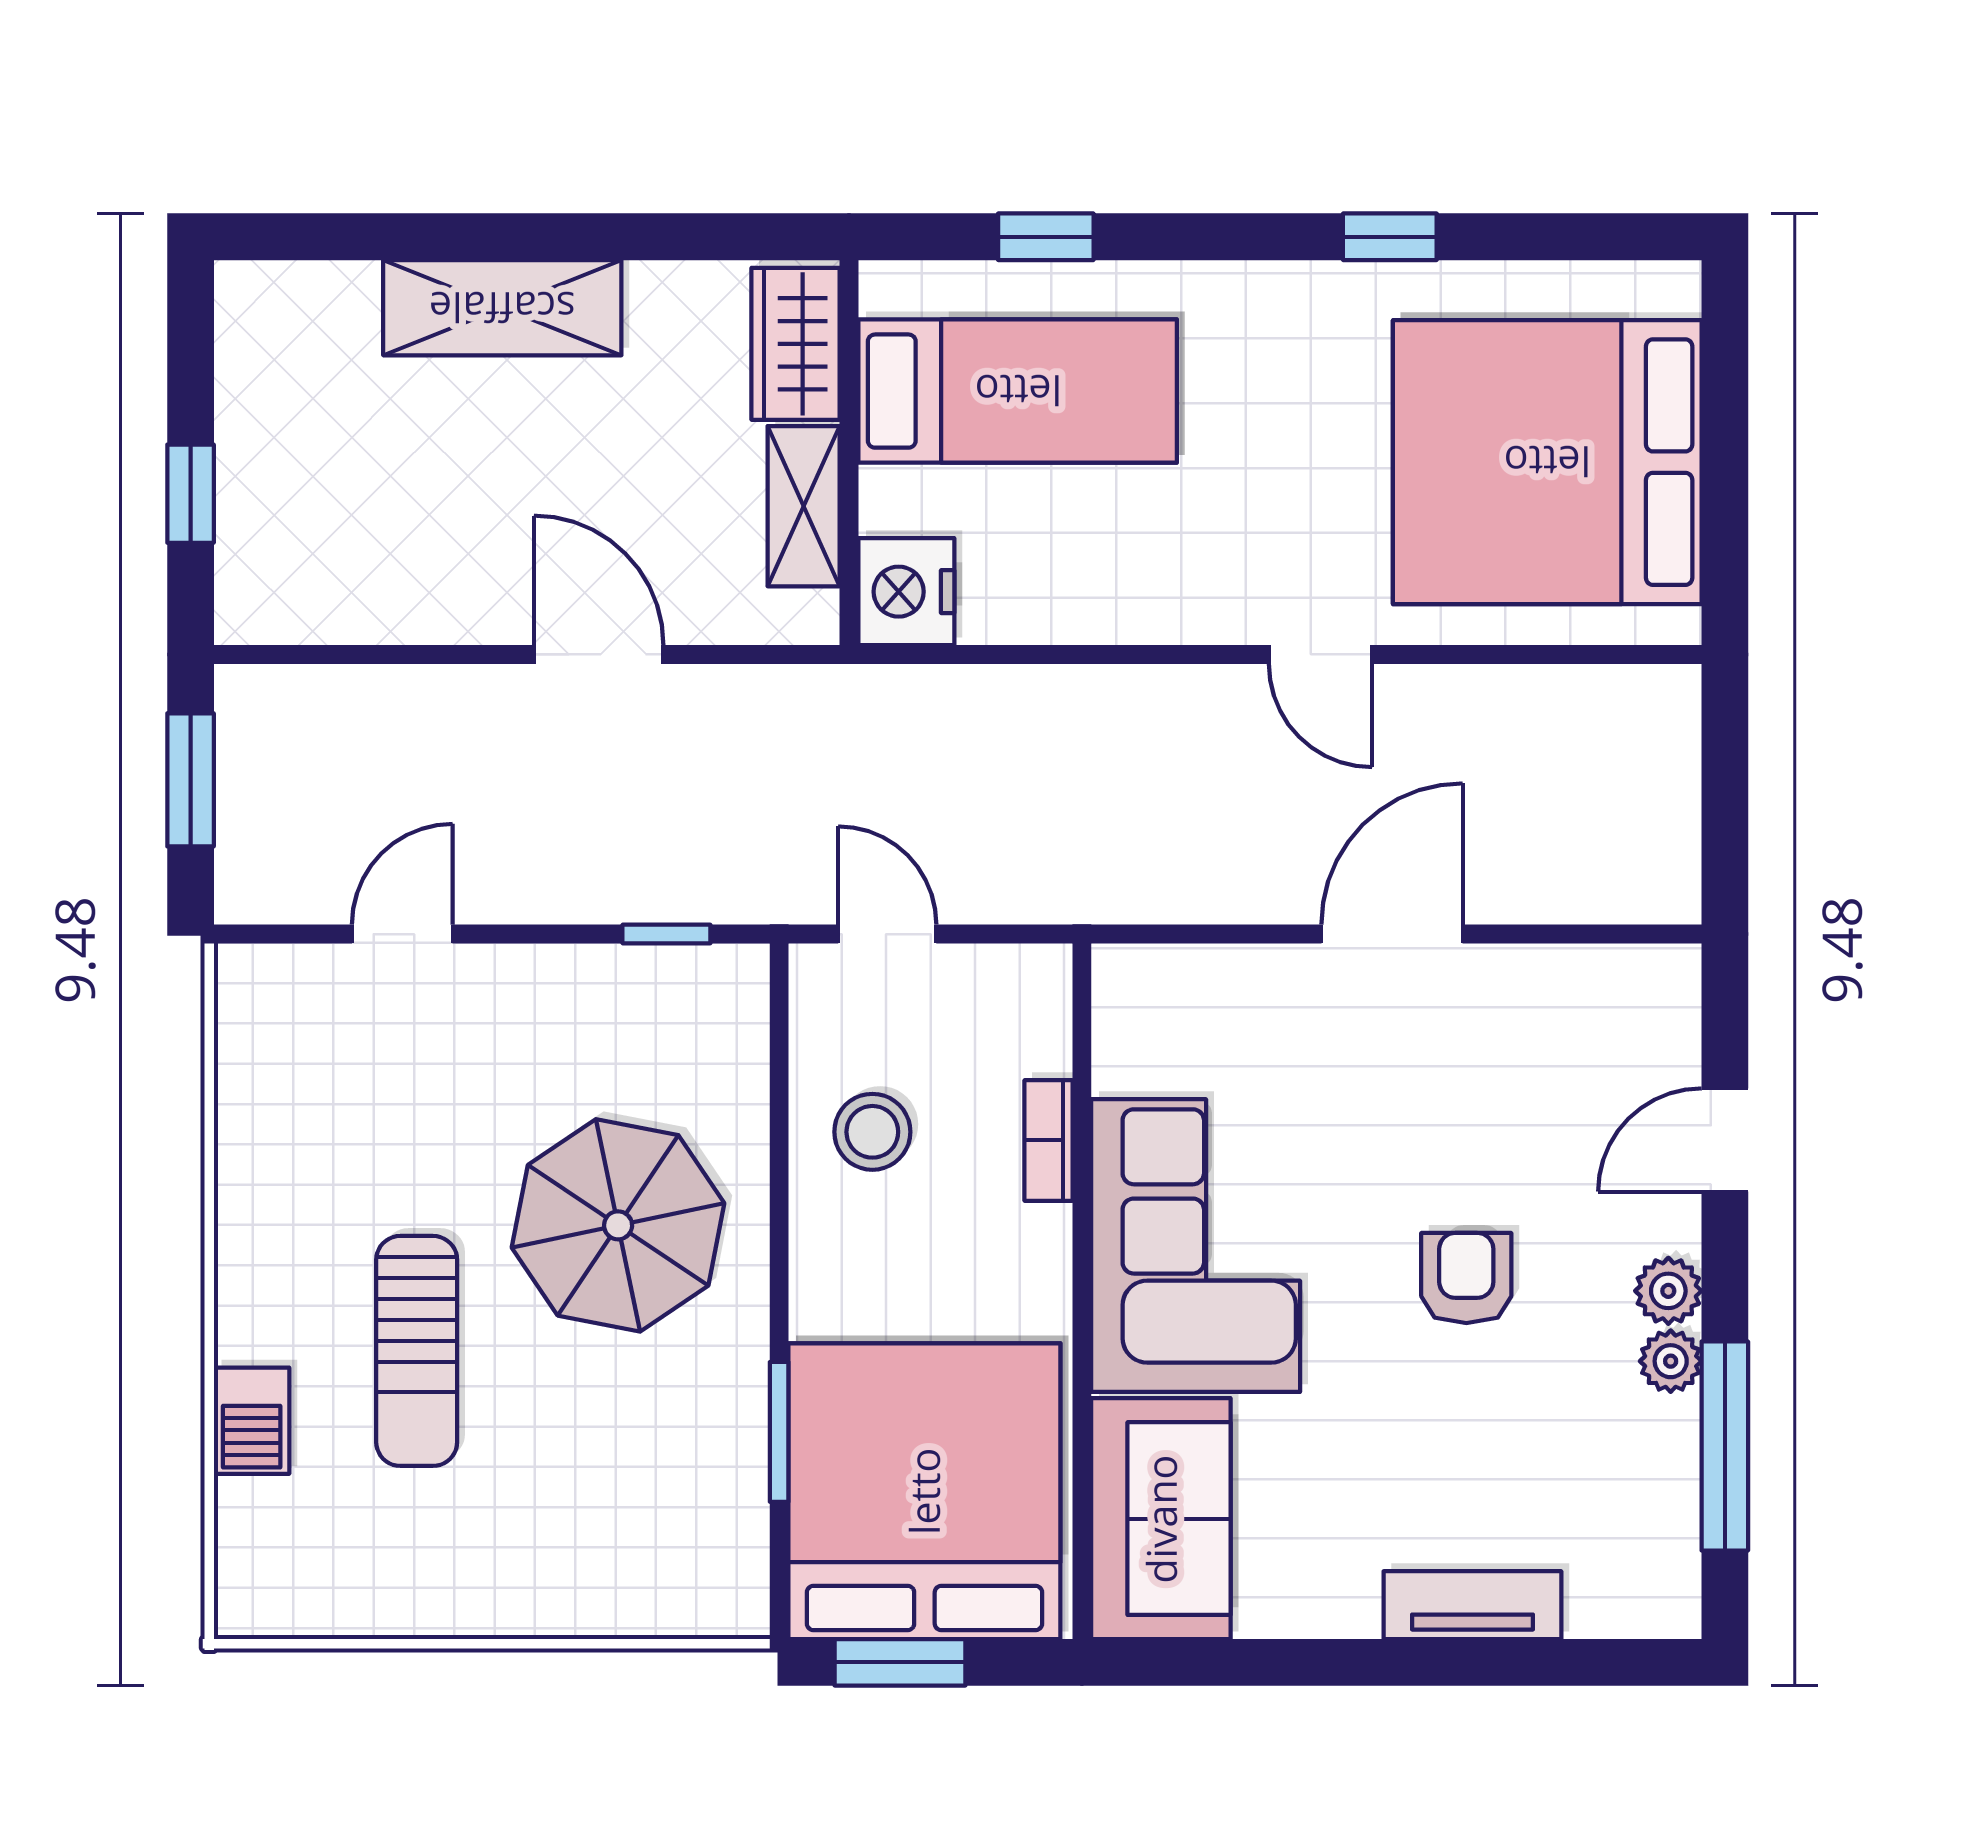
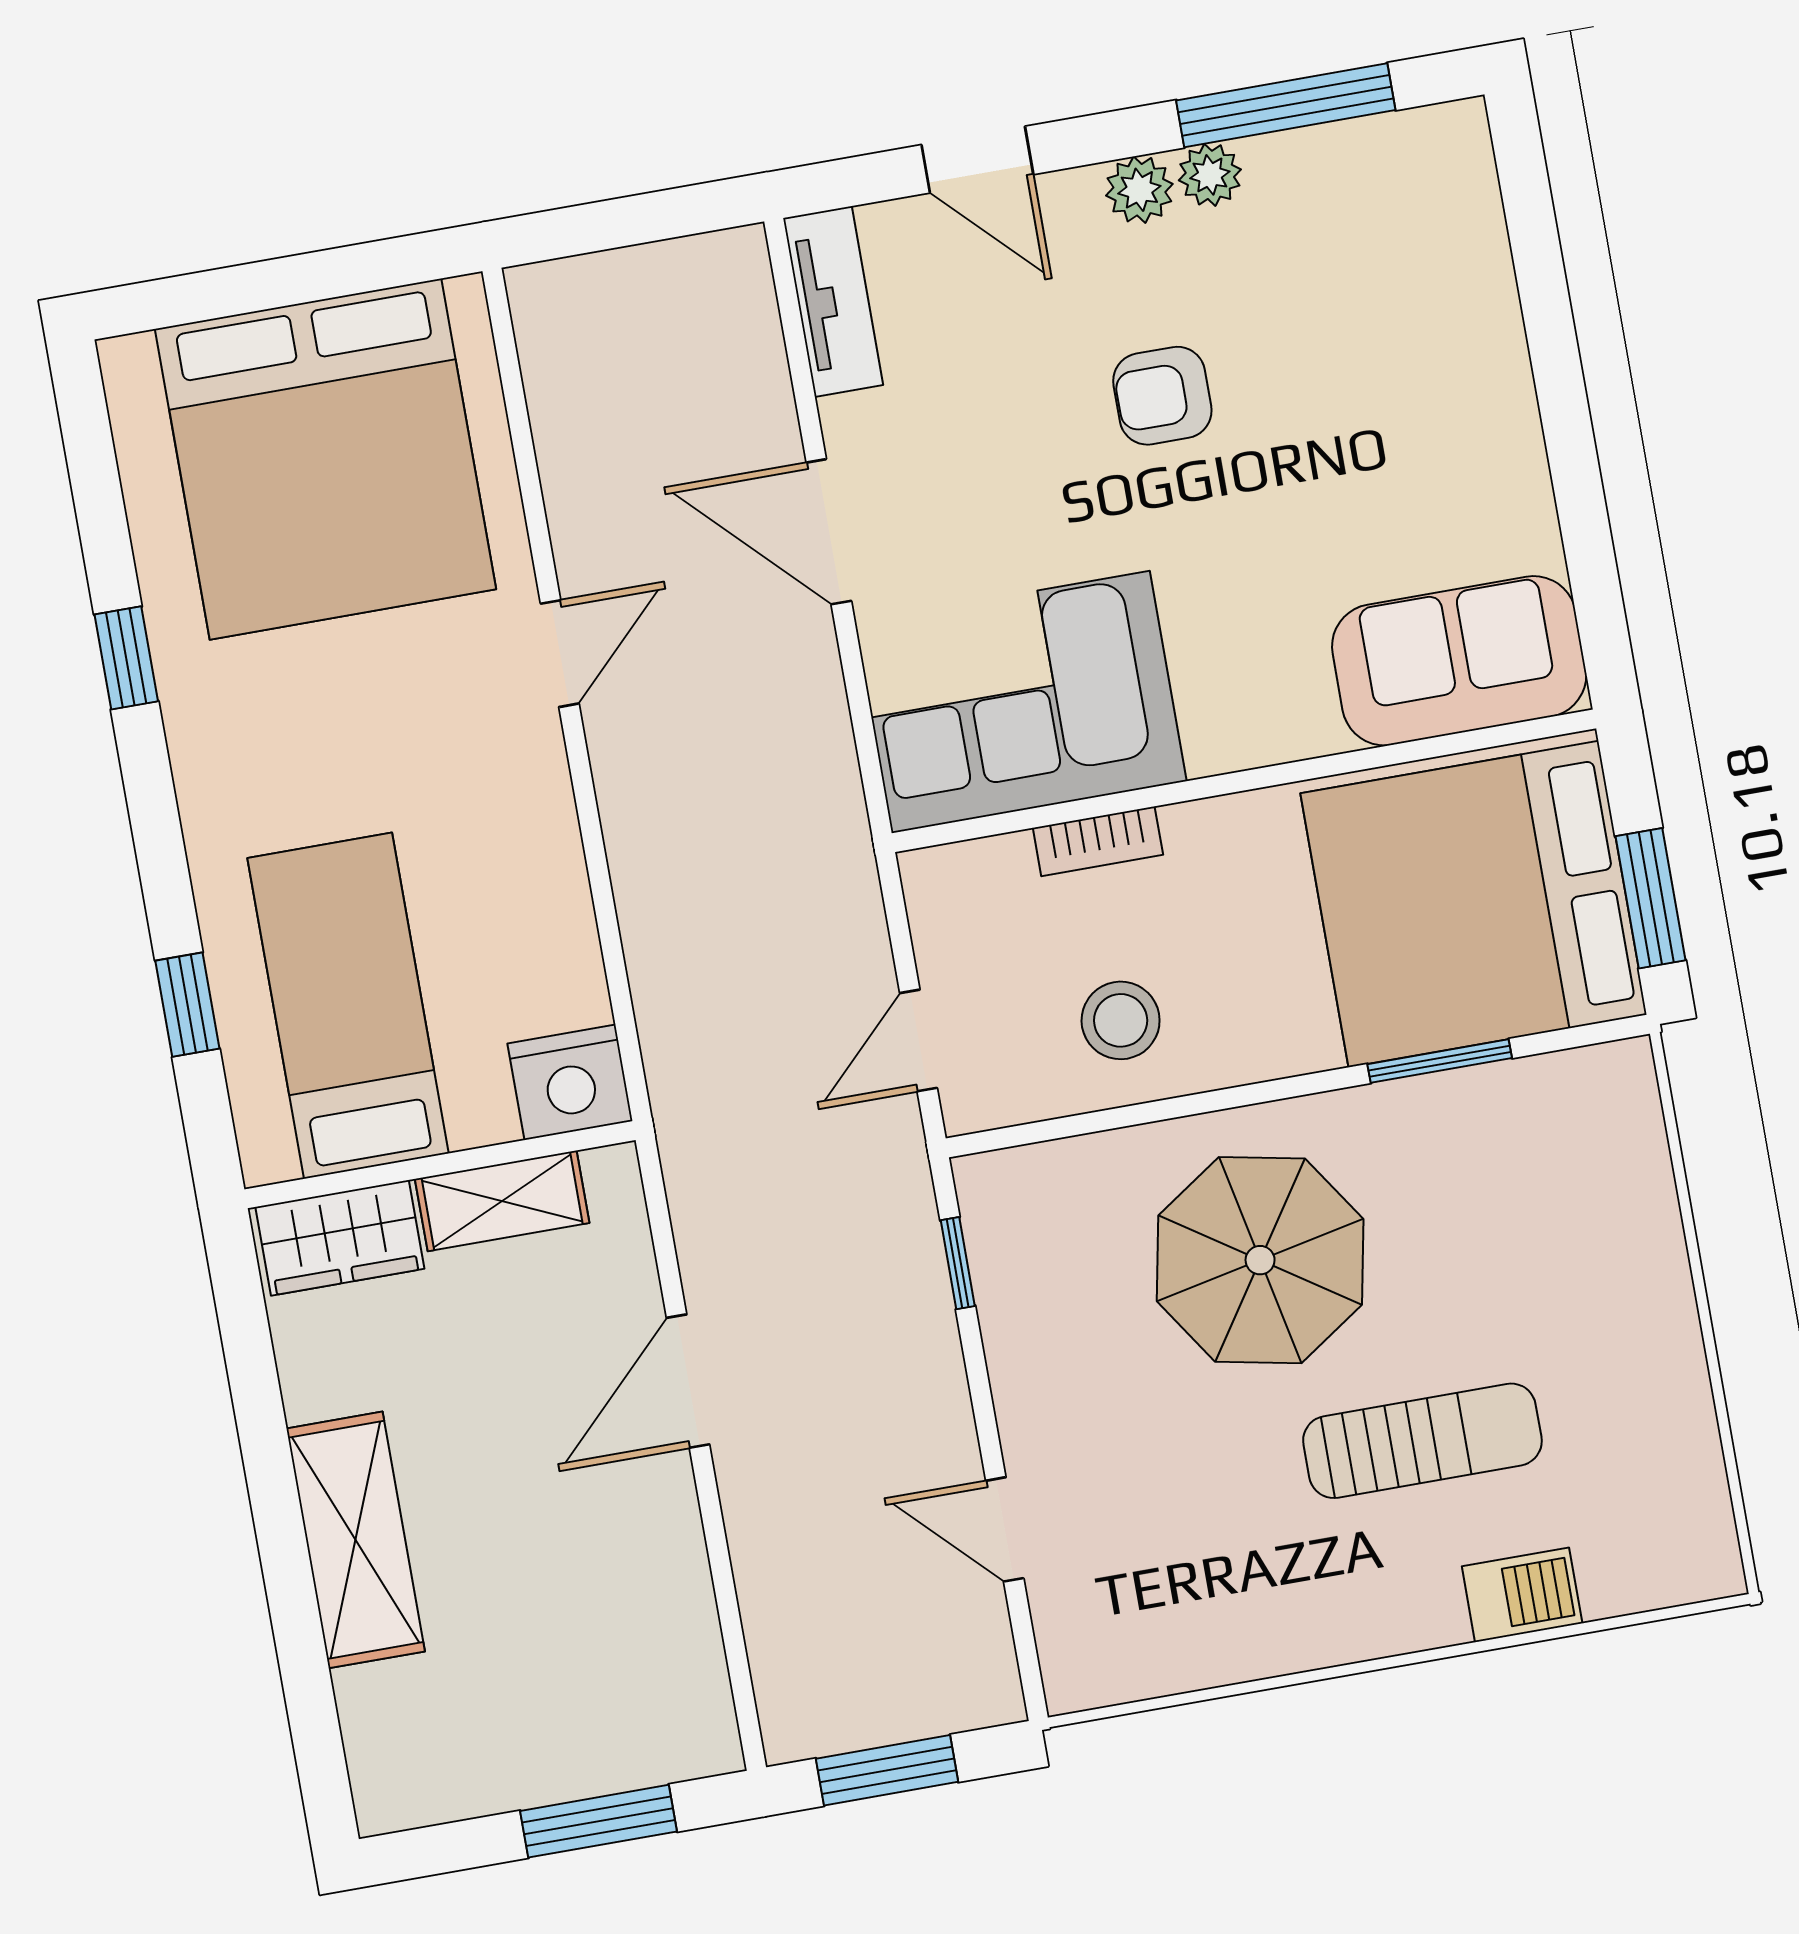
window: (191, 494) -> (598, 1821), width x1.50
corner sofa: (1196, 1246) -> (1021, 702), moved
tv unit: (1472, 1605) -> (833, 302), moved, turned 180

